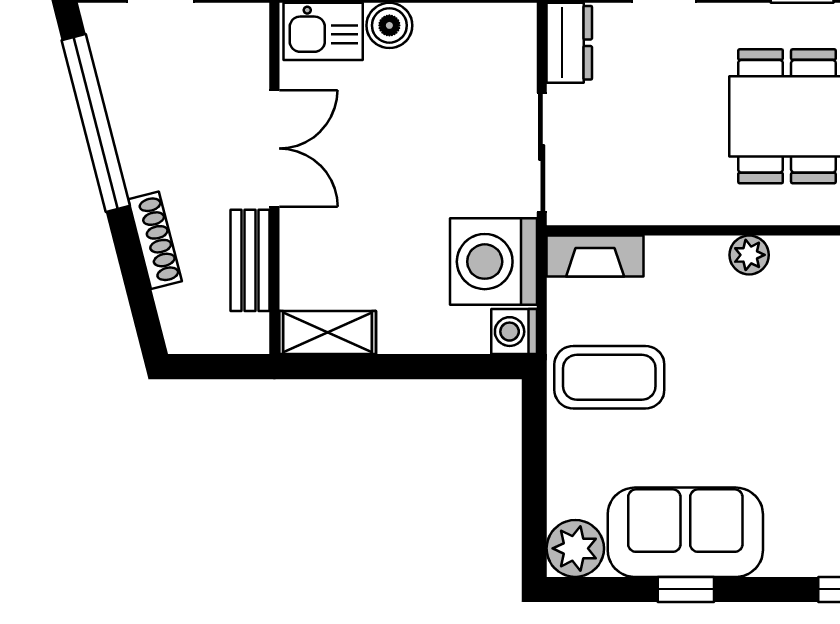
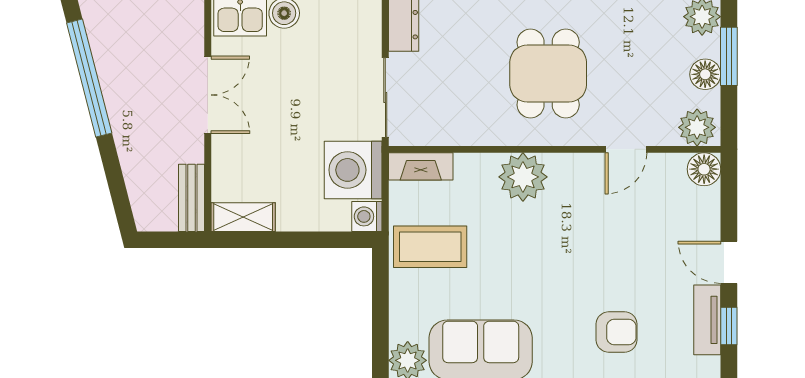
shoe rack: (155, 240) -> (128, 156), removed
plant: (749, 255) -> (523, 177), width x1.87, depth x1.87
bench: (250, 260) -> (192, 198), moved

